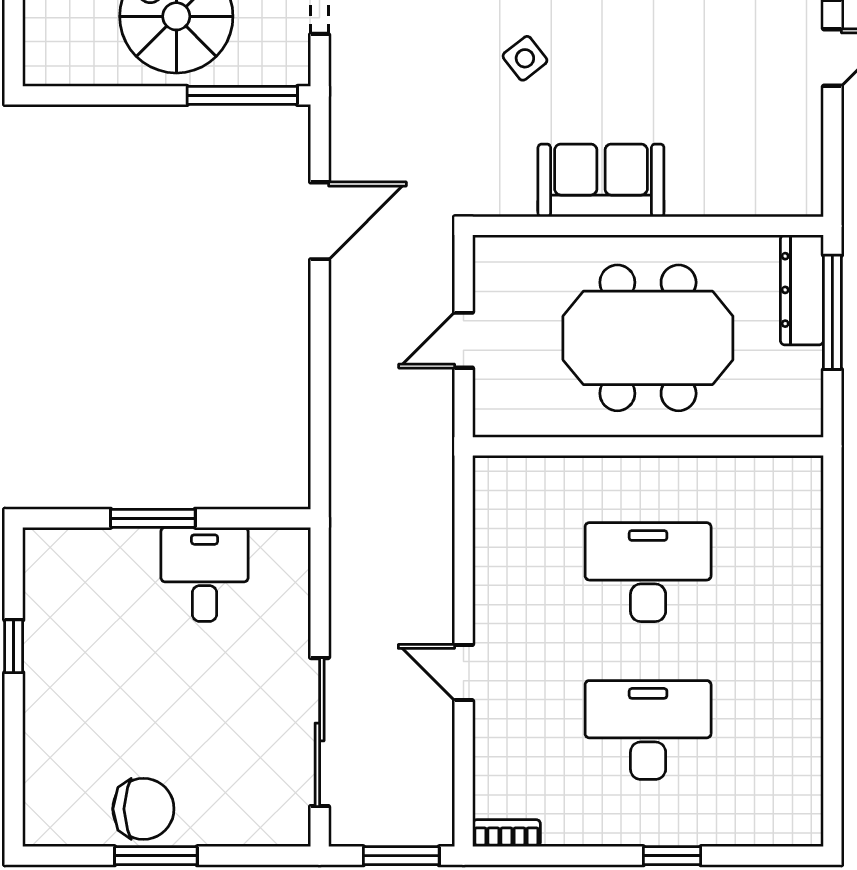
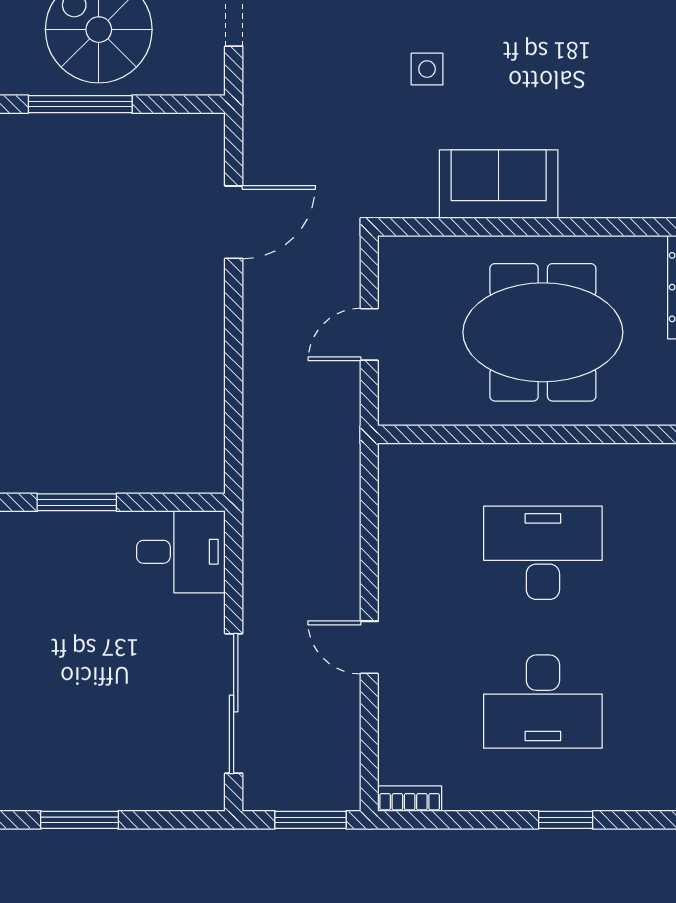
side table: (525, 58) -> (427, 69), turned 38
window: (242, 95) -> (80, 104), moved
desk: (205, 574) -> (181, 552), moved, turned 90
desk: (648, 730) -> (543, 702), turned 180
chair: (143, 809) -> (68, 776), removed

